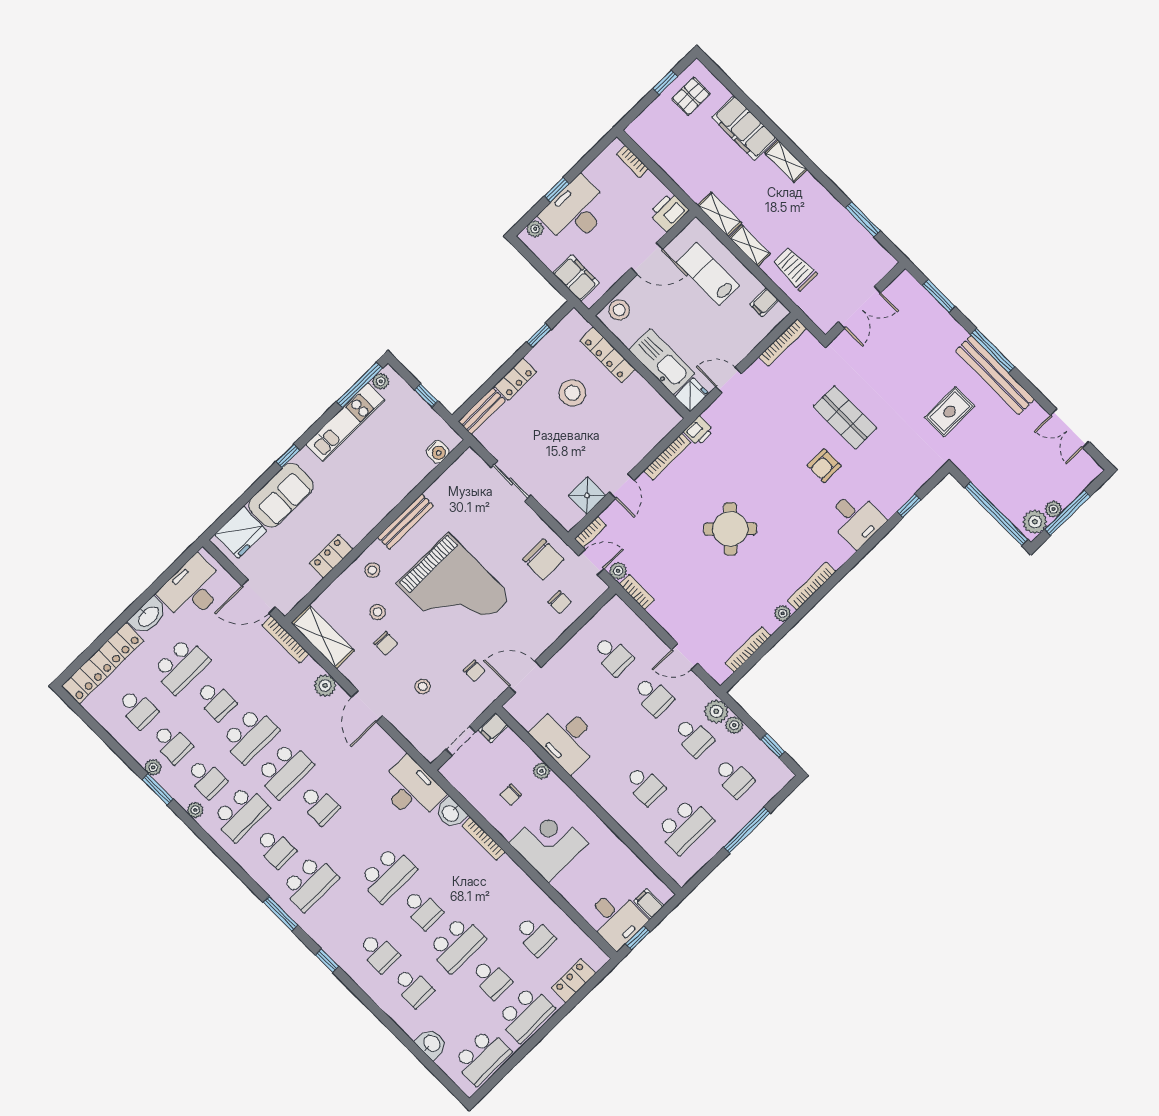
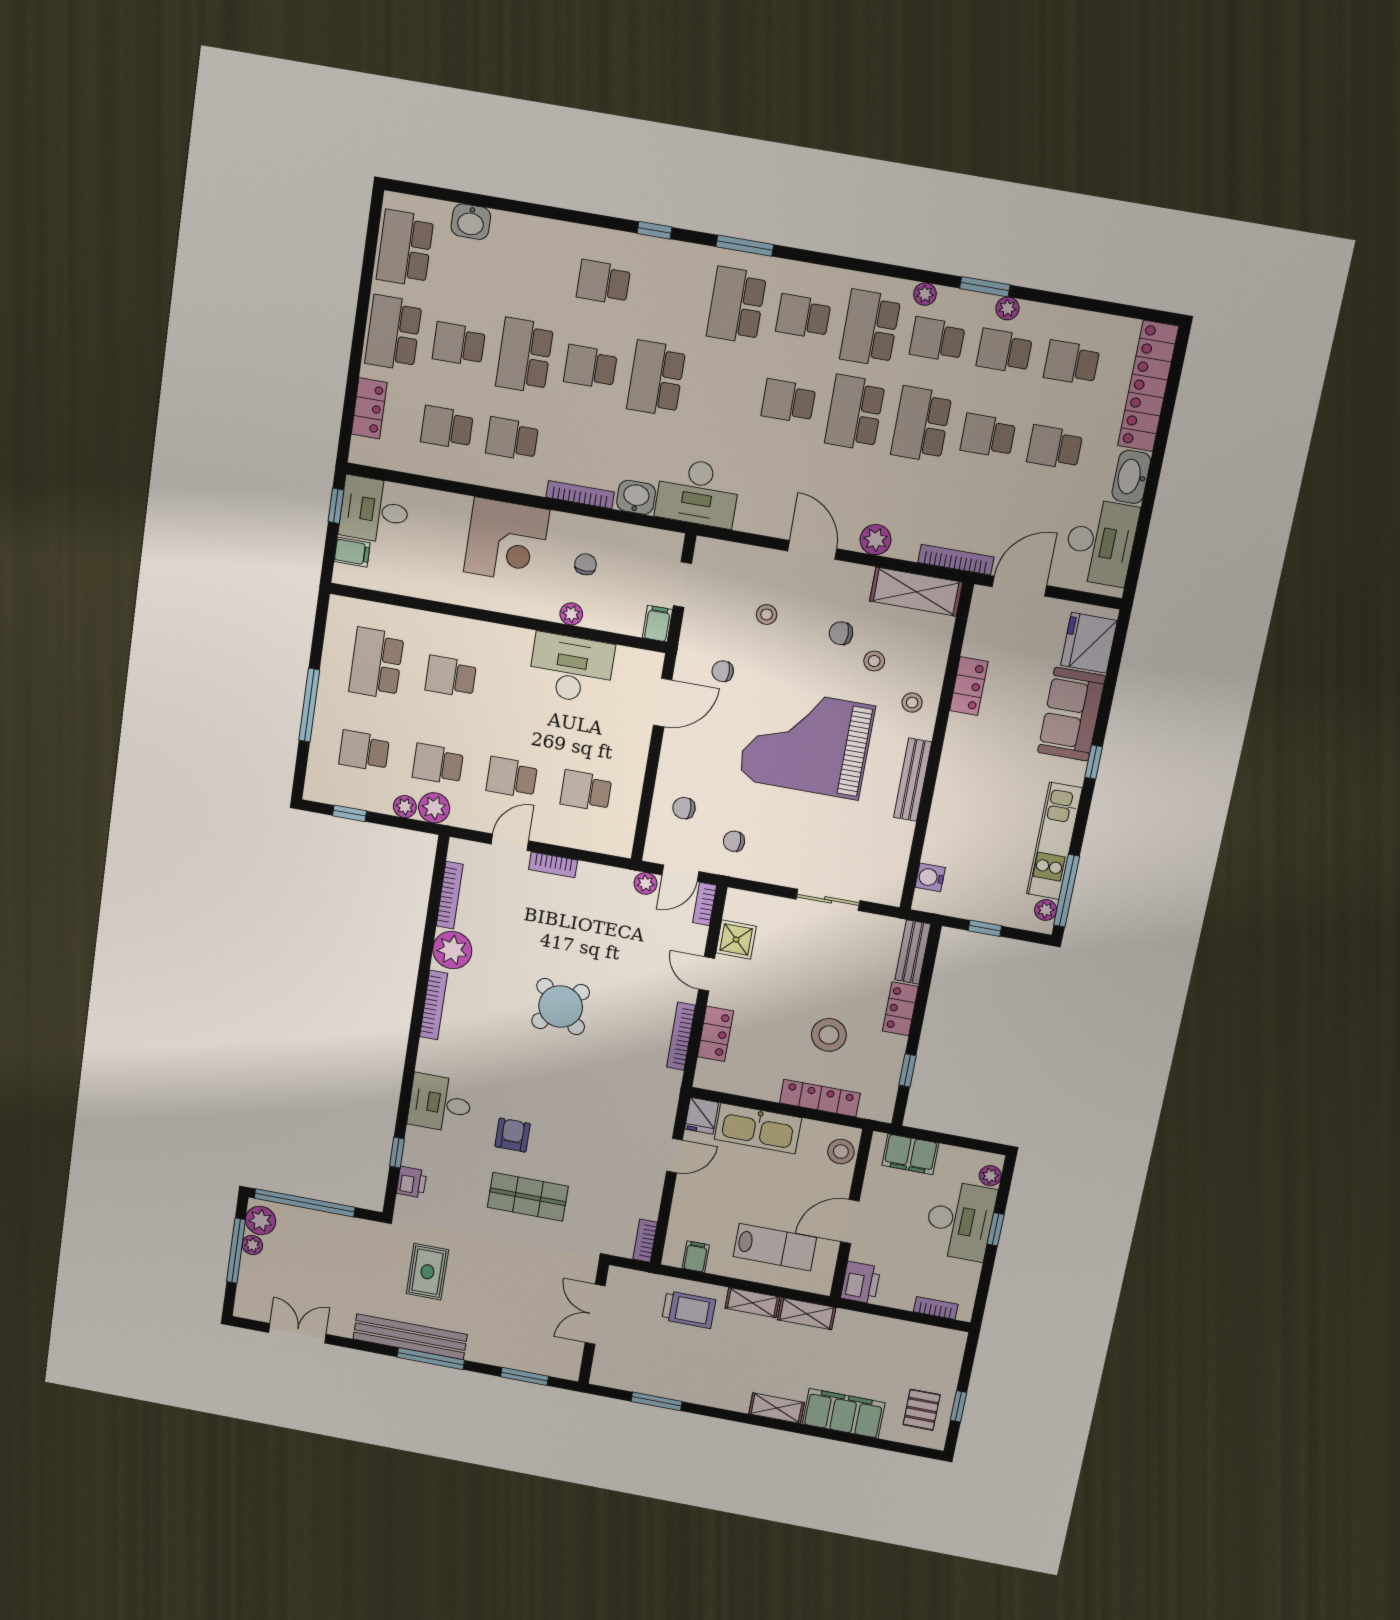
bookcase: (783, 342) -> (645, 1241), width x0.64
printer: (699, 431) -> (412, 1182), moved, turned 180
locker: (644, 443) -> (715, 1034), added
chair: (543, 559) -> (734, 841), width x0.54, depth x0.54
bookcase: (637, 592) -> (553, 865), moved
plant: (783, 613) -> (452, 950), width x1.88, depth x1.88
school desk: (181, 666) -> (1055, 447), width x0.54
school desk: (413, 987) -> (512, 439), moved

